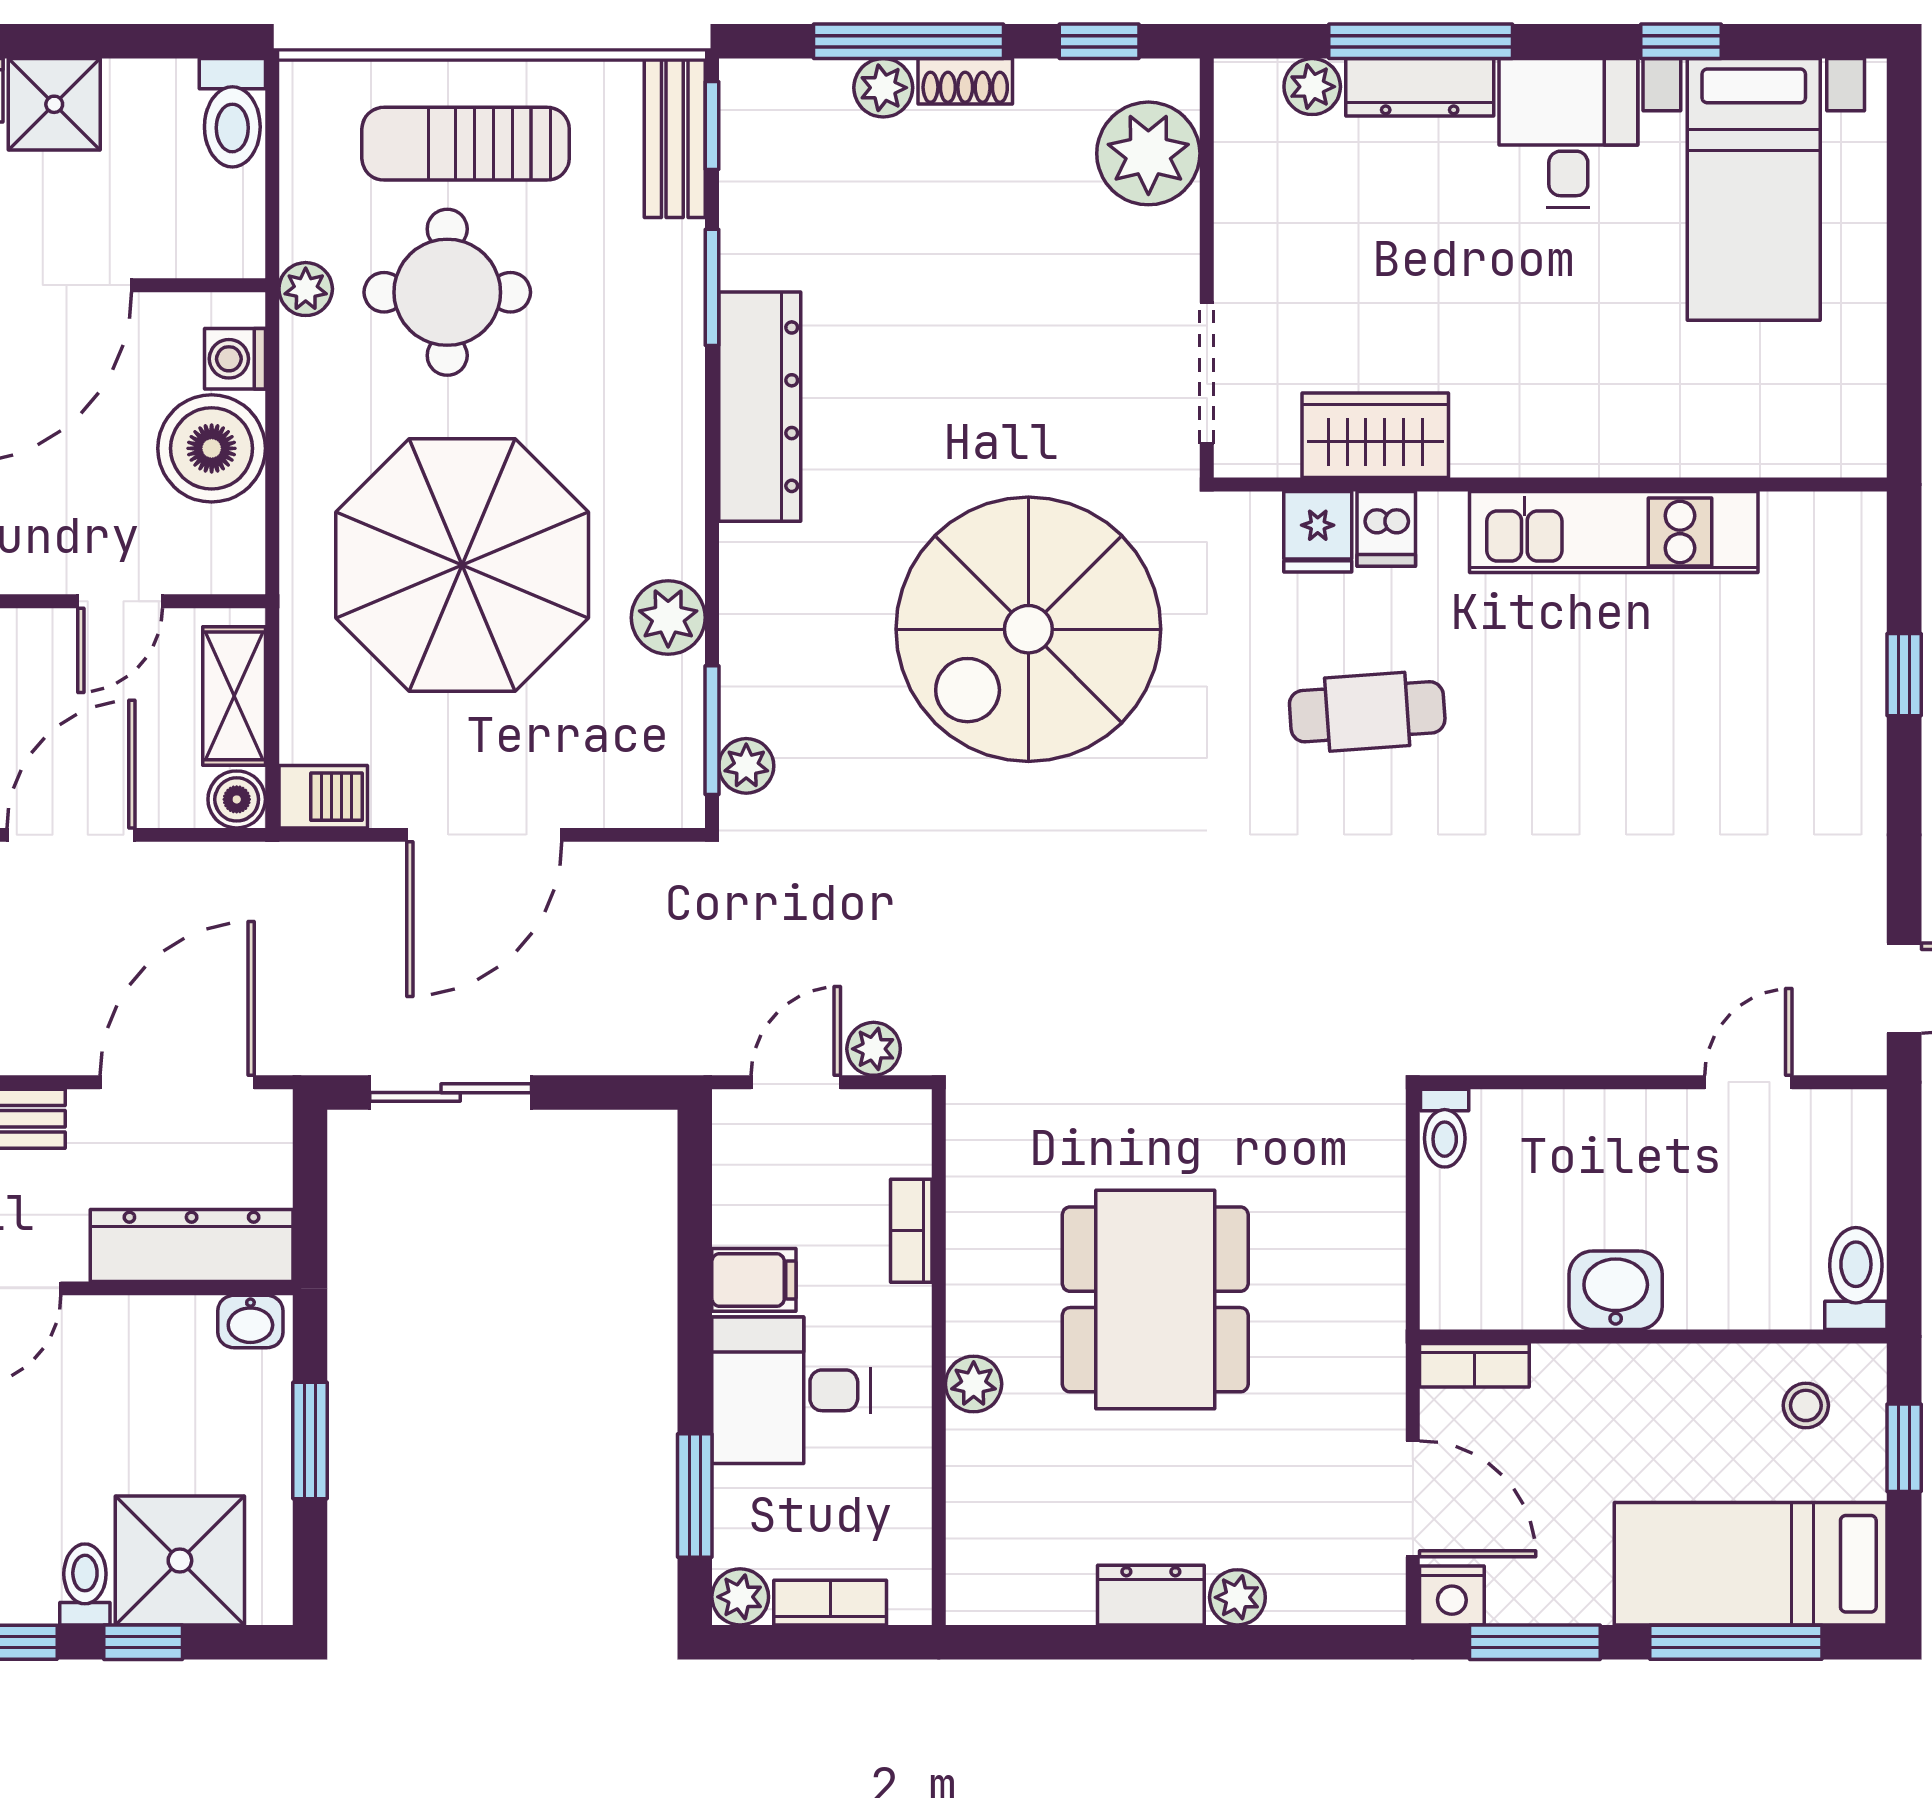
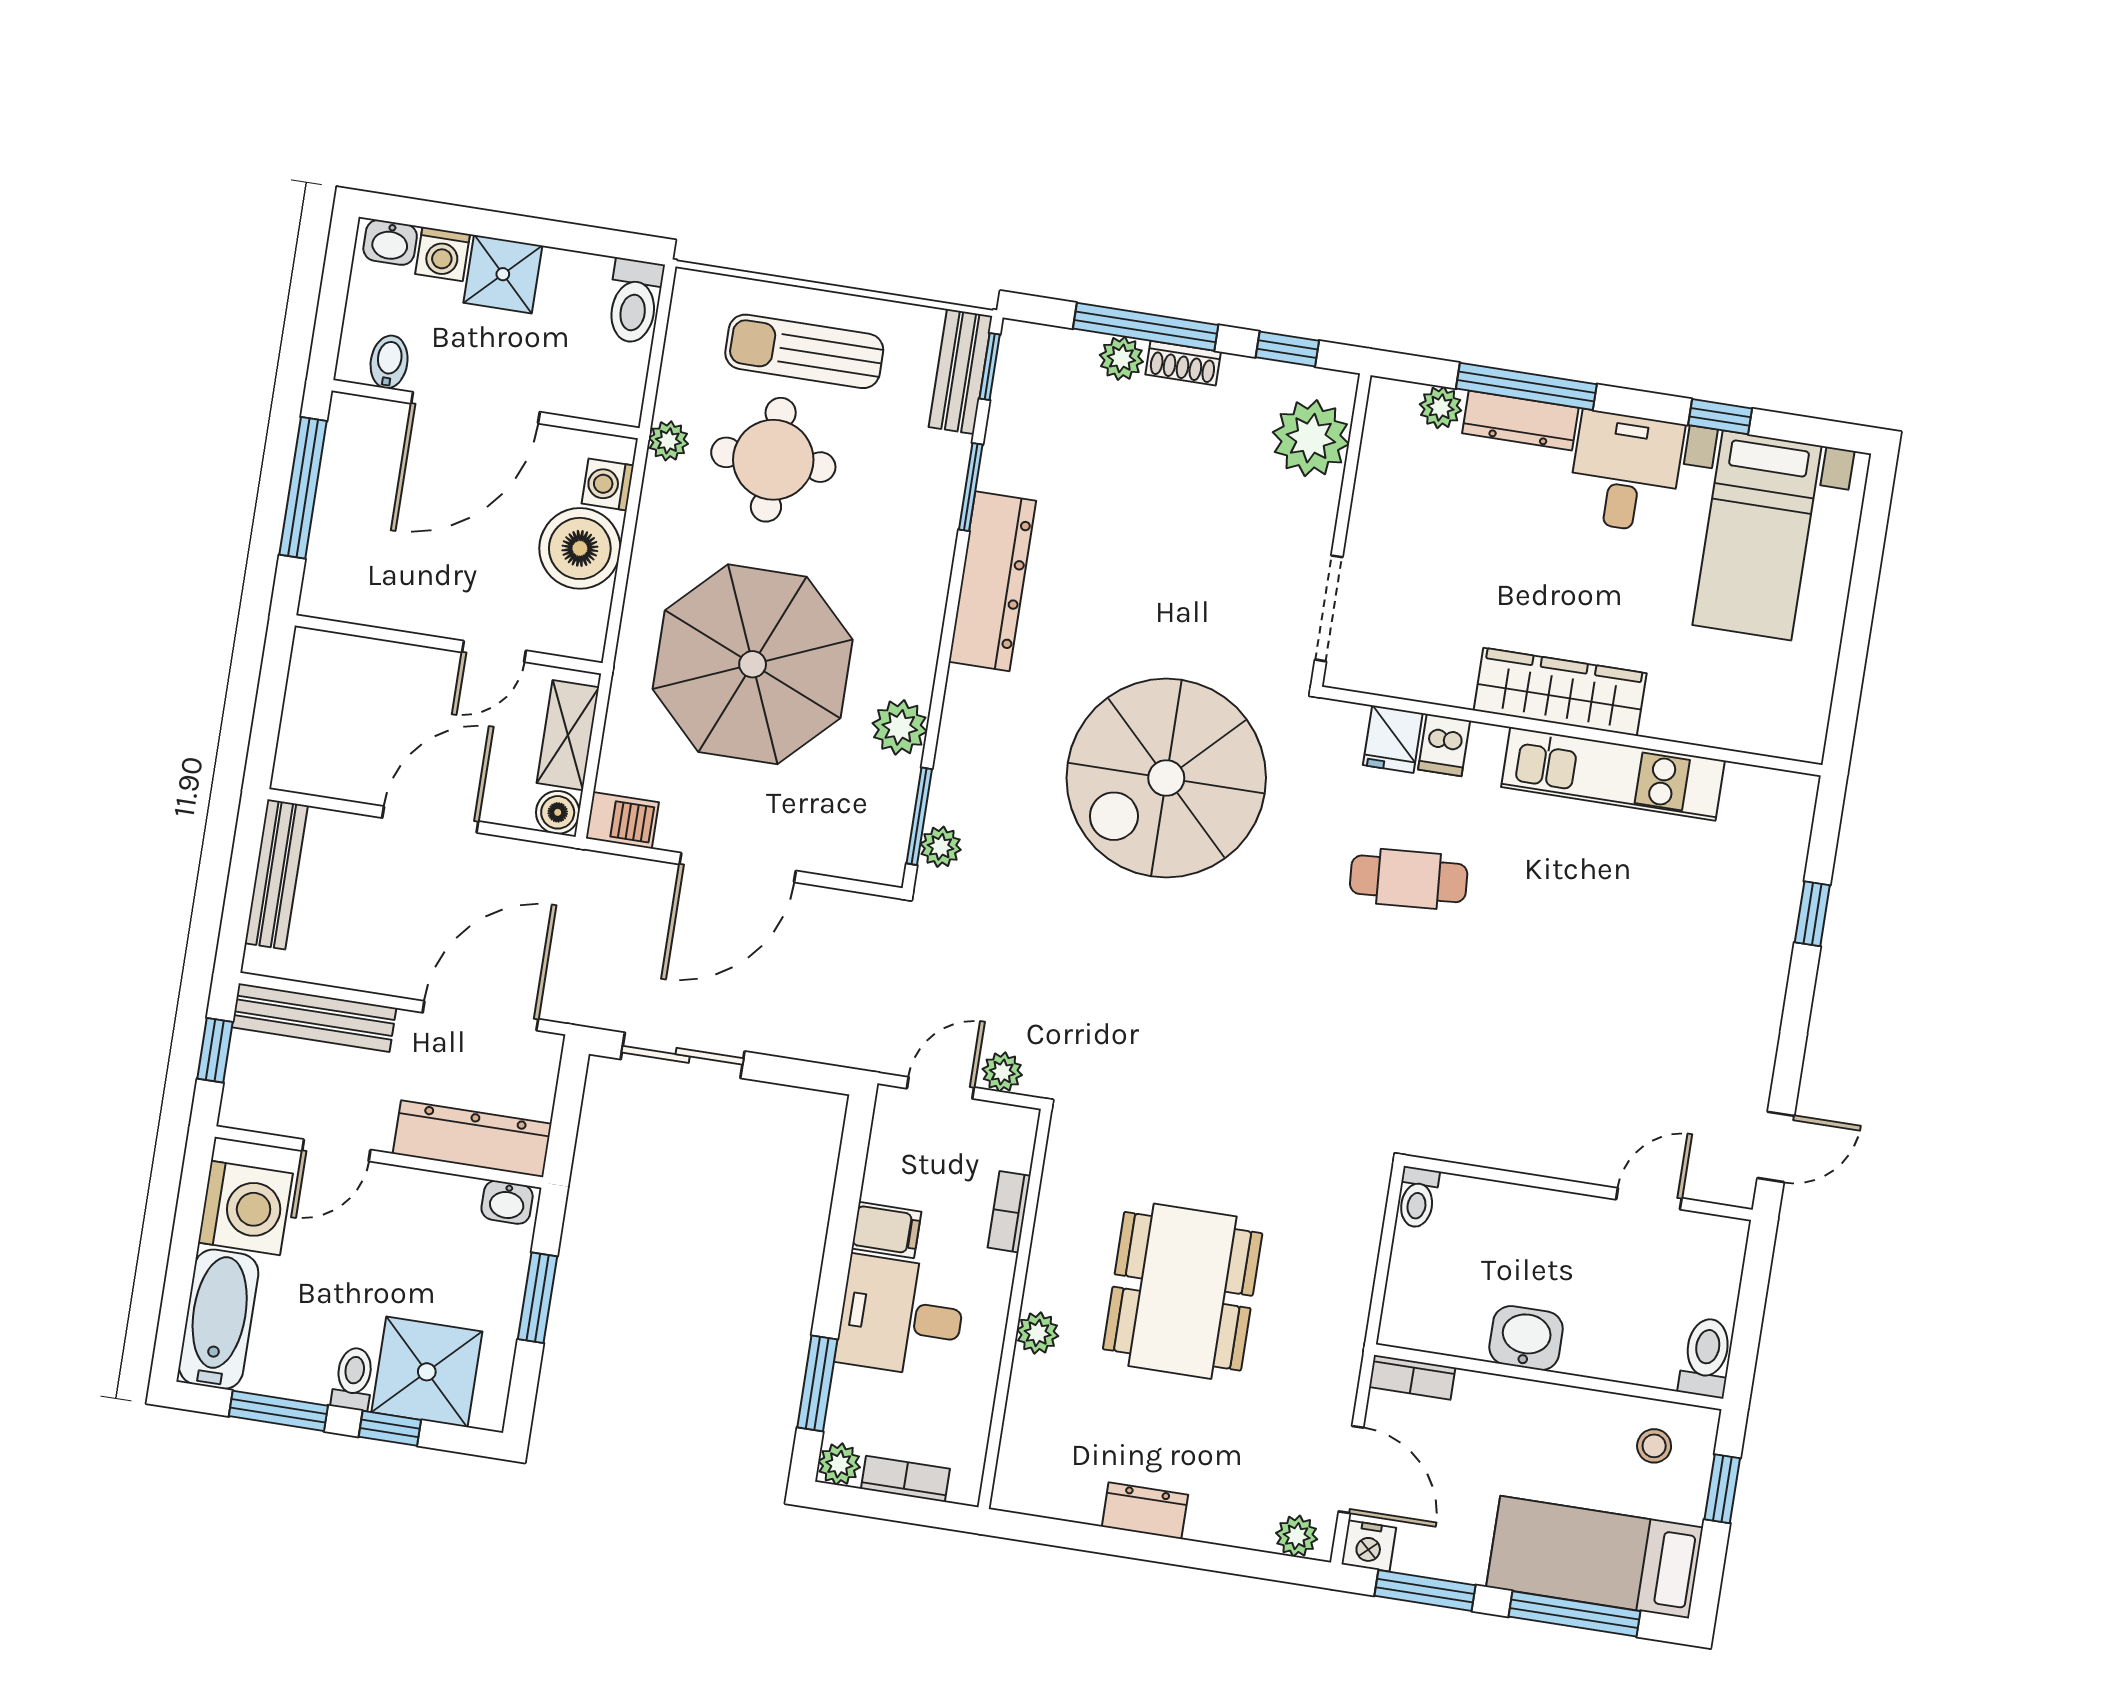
wardrobe: (1375, 435) -> (1560, 692), moved, width x1.50
plant: (1237, 1597) -> (1297, 1536), moved

